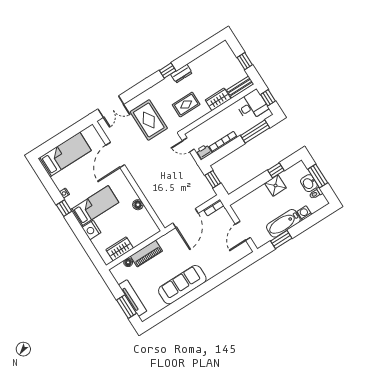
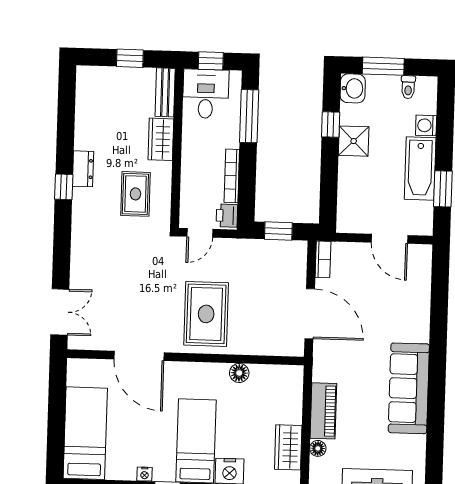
rug: (149, 120) -> (206, 314), moved, turned 90
washbasin: (309, 183) -> (353, 88), moved, turned -90

